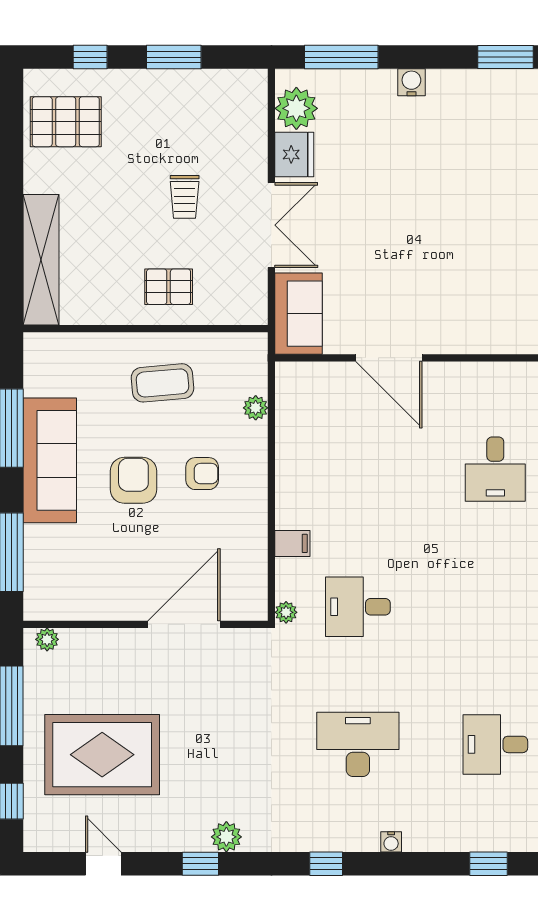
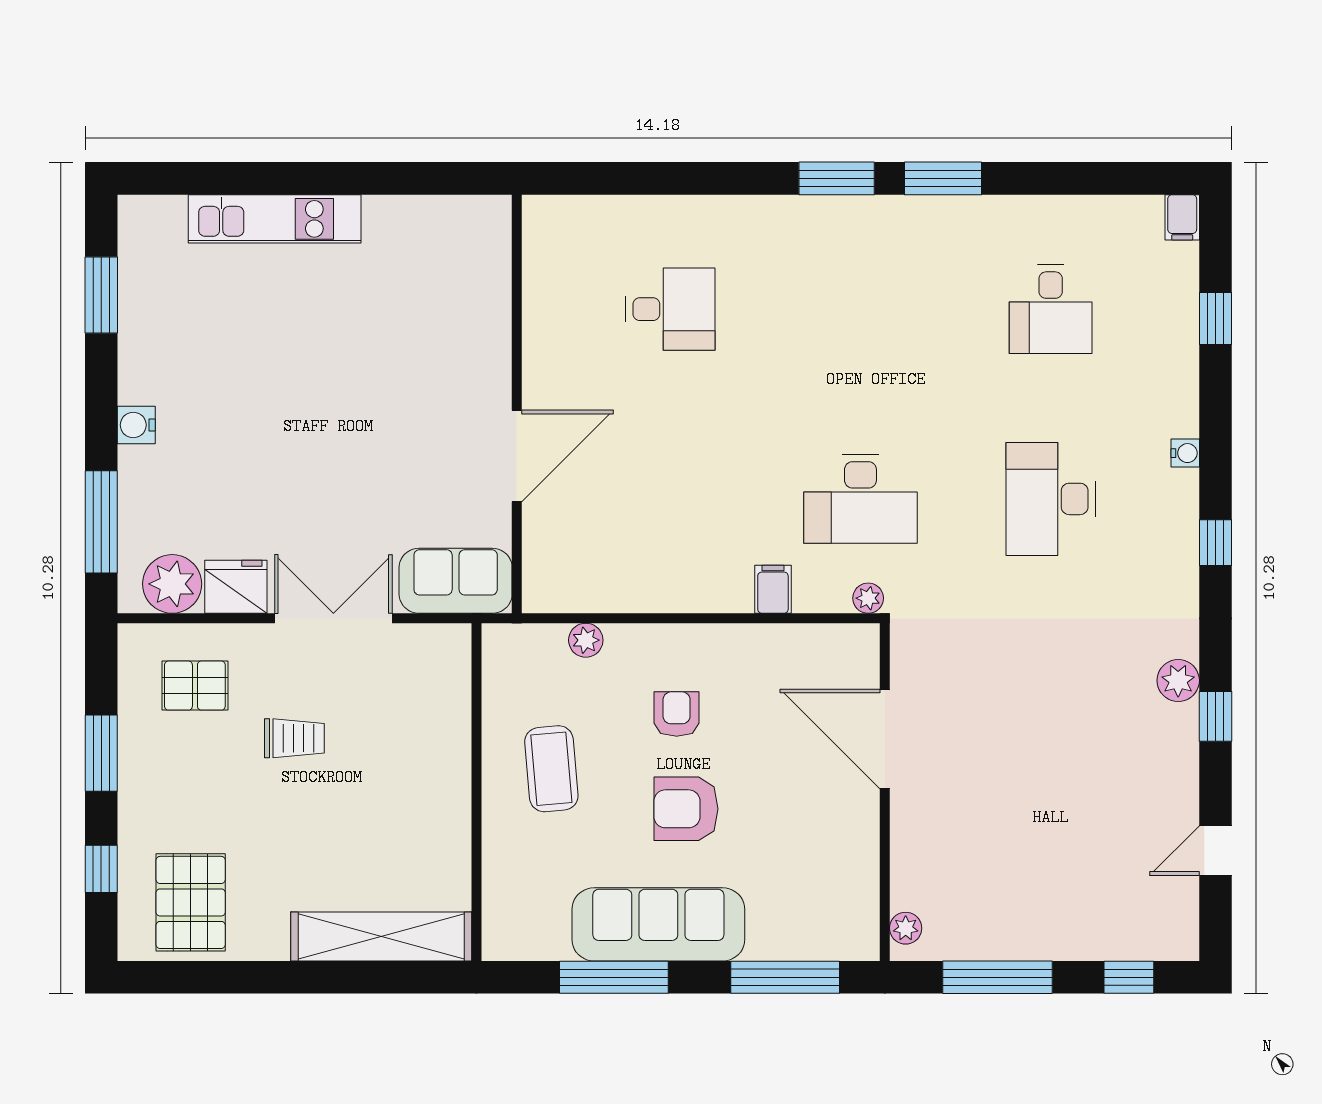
pallet: (169, 287) -> (195, 686), moved, turned 90
desk: (358, 607) -> (860, 499), width x1.37
rug: (102, 755) -> (1065, 852), removed

